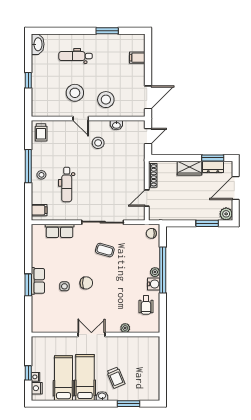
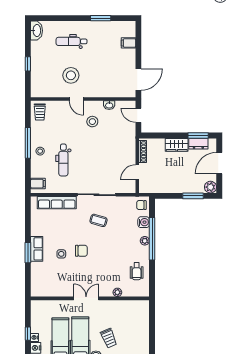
stool: (106, 100) -> (99, 82), removed
door: (148, 136) -> (138, 115), swing flipped
row of seats: (60, 231) -> (57, 203), width x1.48
water cooler: (154, 284) -> (144, 222), moved

